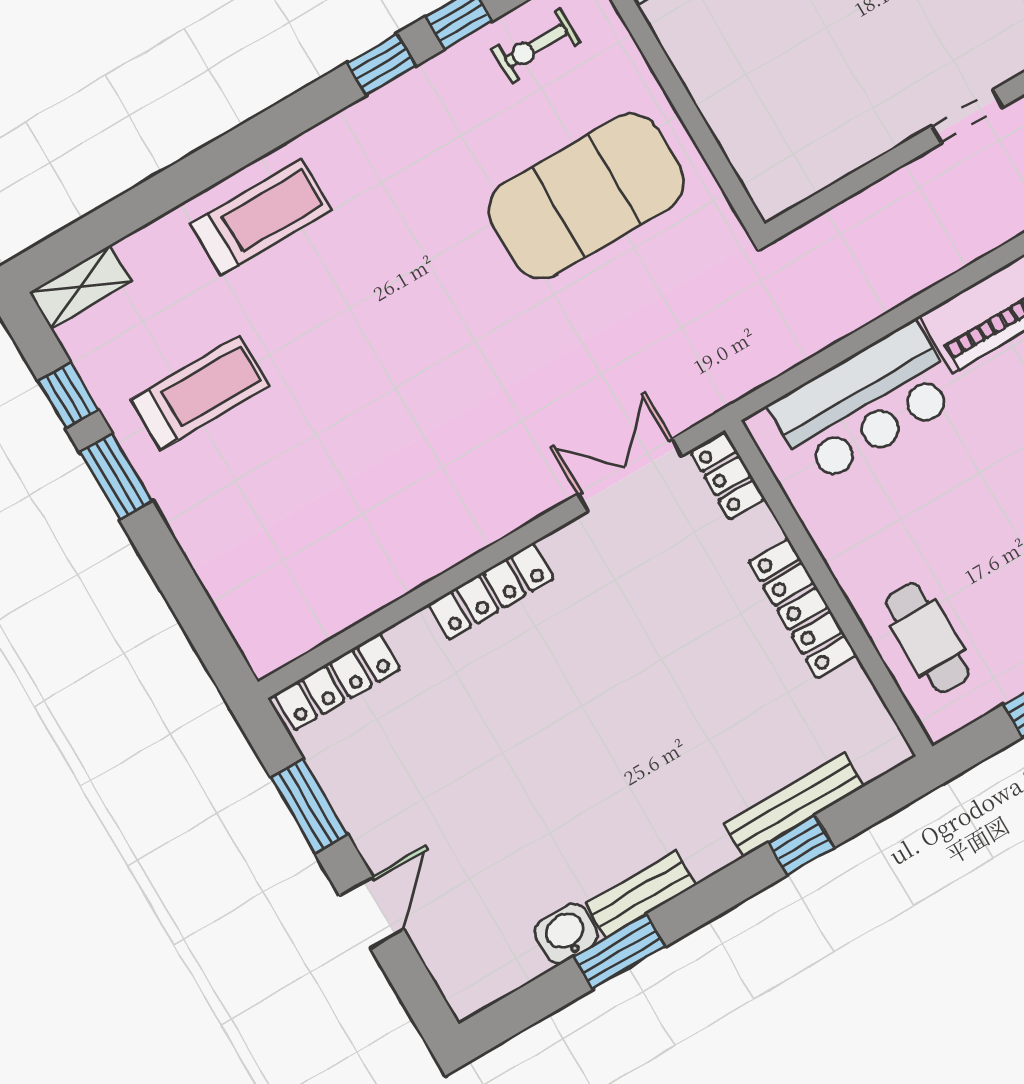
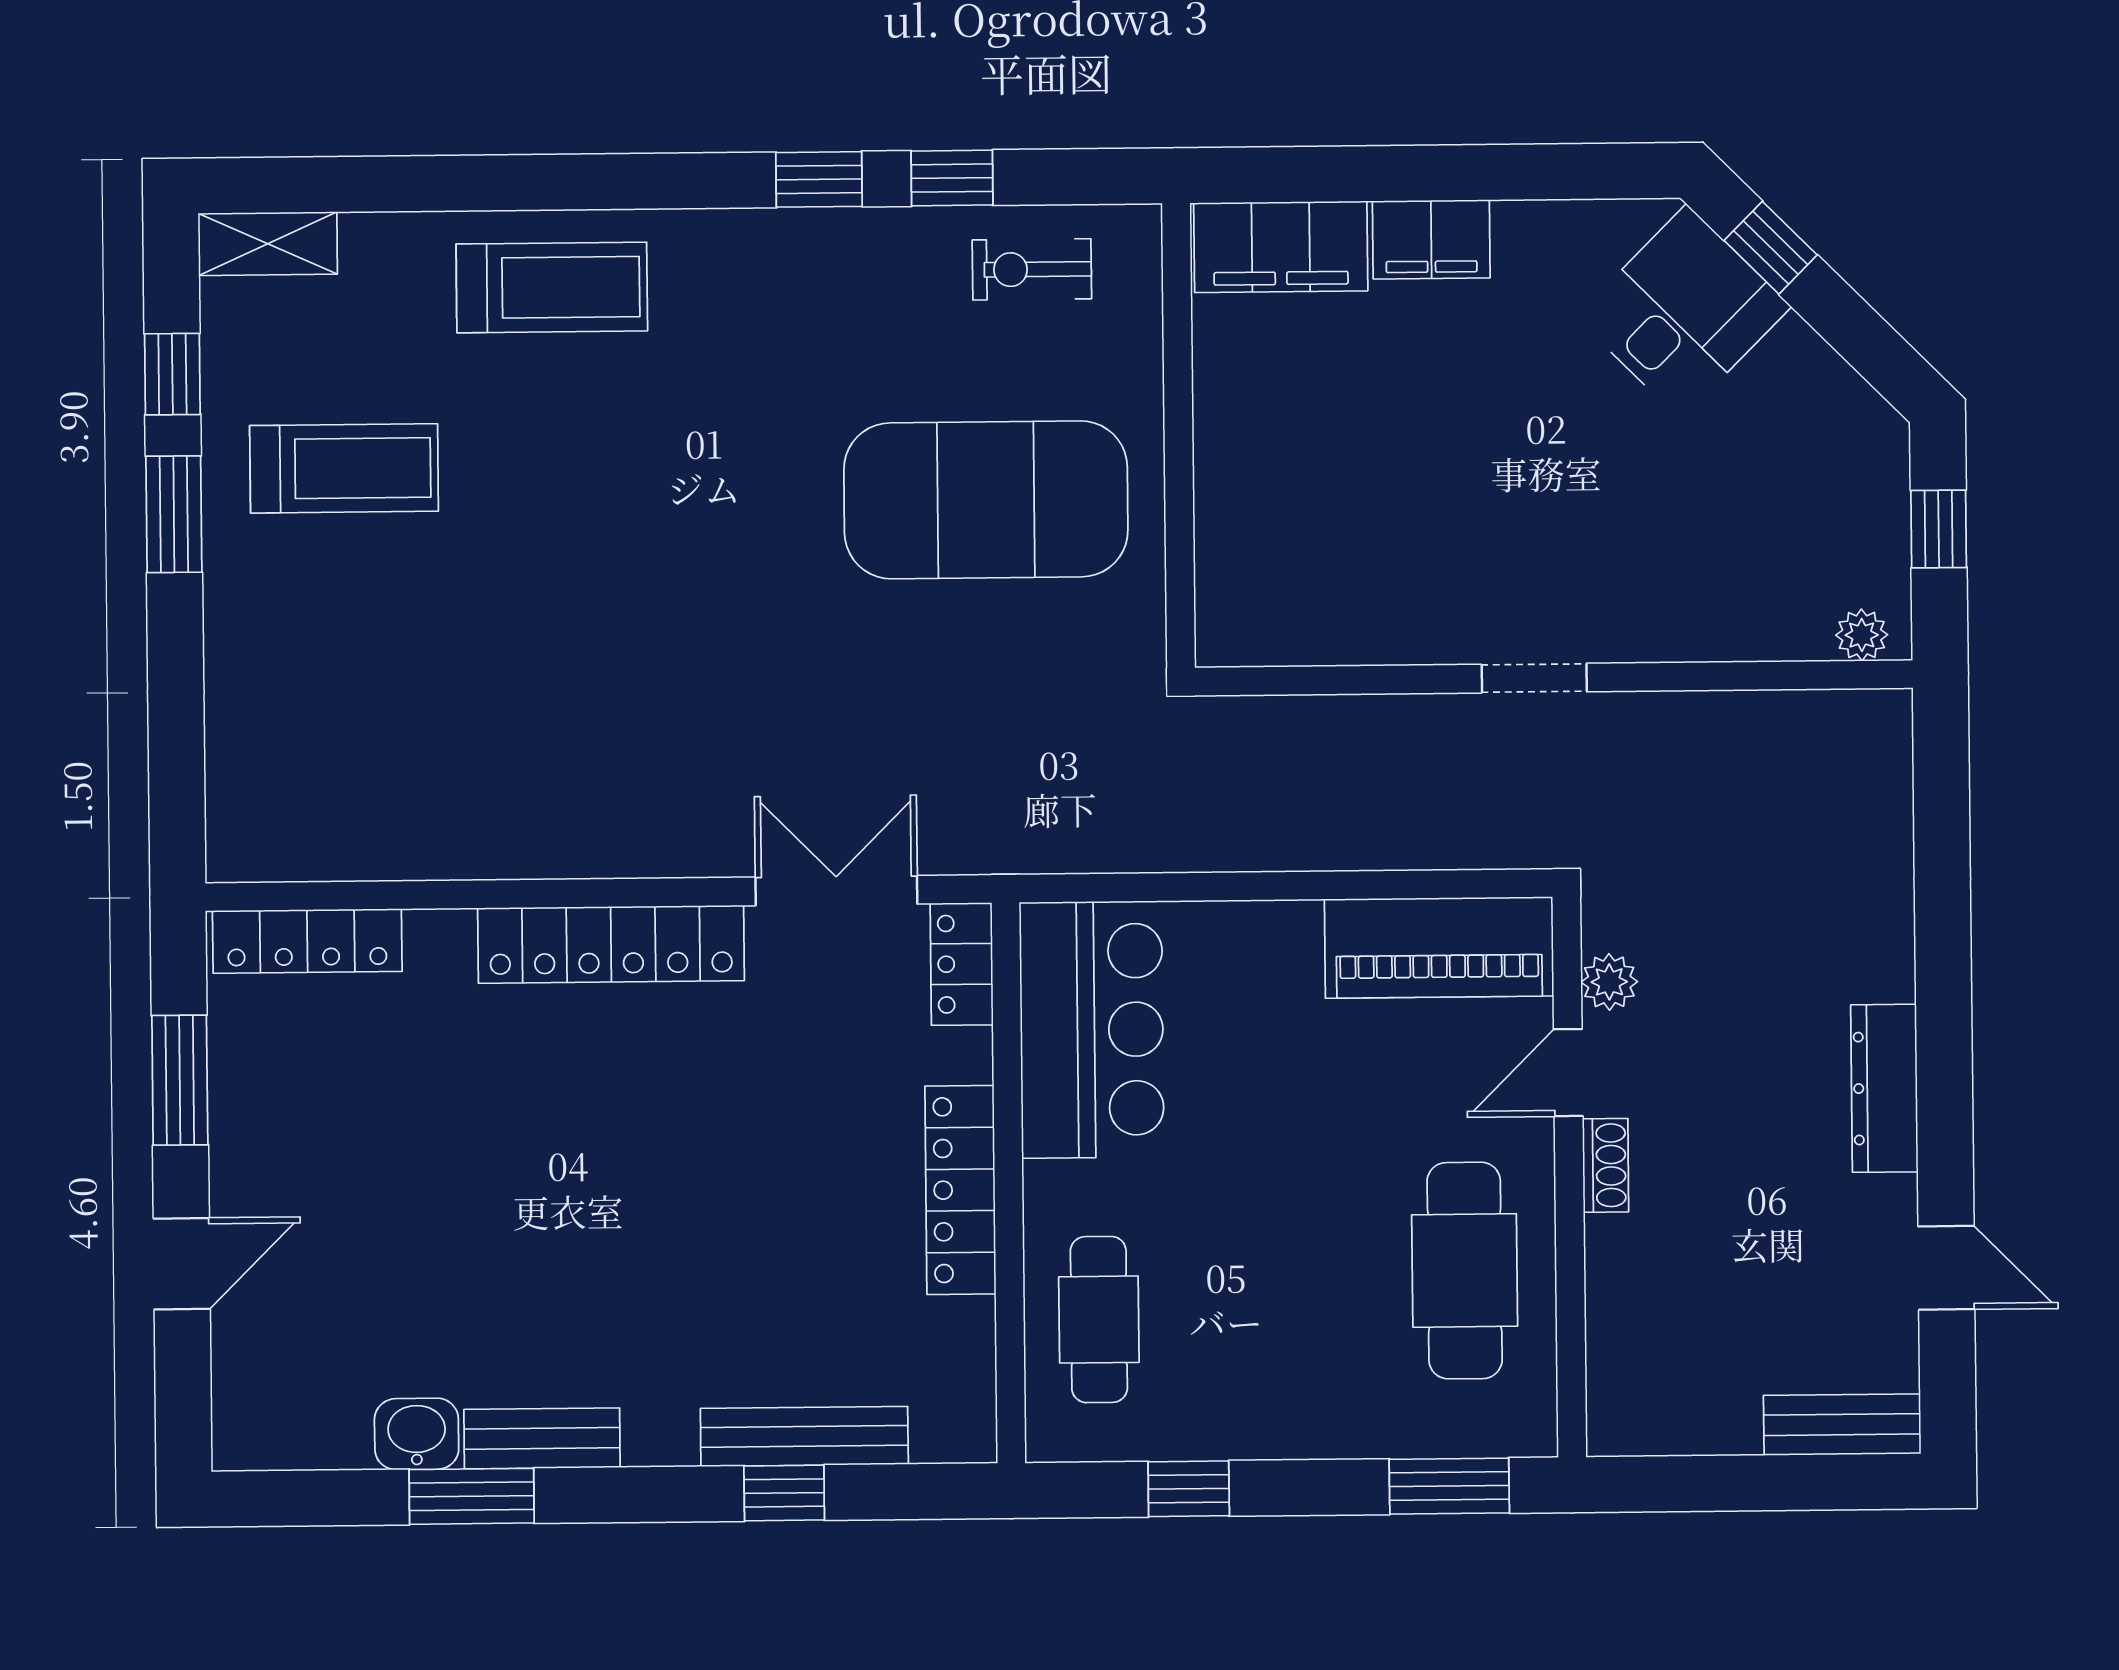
bar counter: (865, 403) -> (1092, 1030), moved, turned -90
locker: (491, 591) -> (611, 944), width x1.41, depth x1.21

